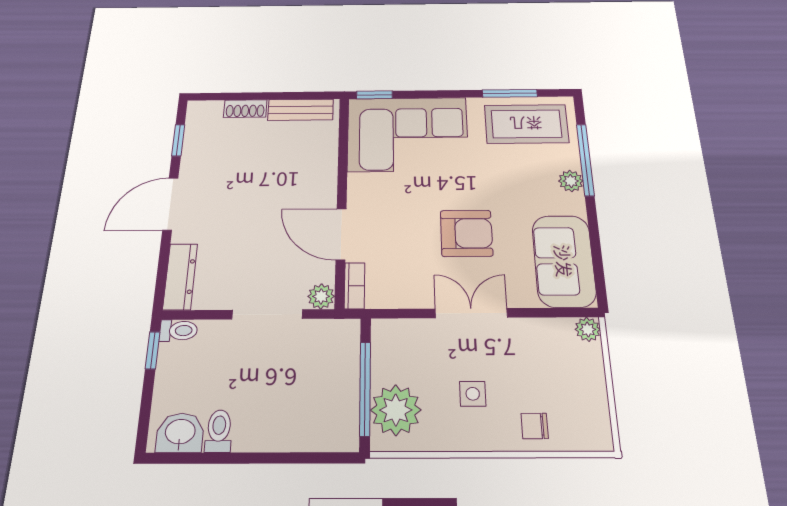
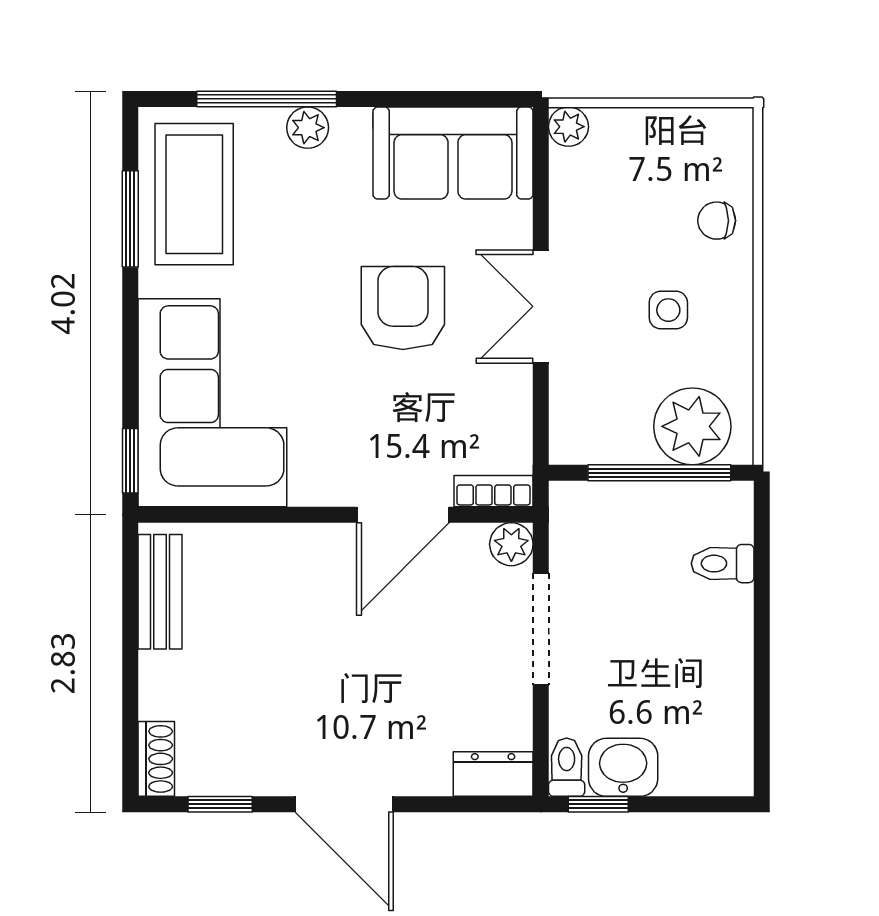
shoe rack: (245, 109) -> (156, 759), moved
dresser: (180, 277) -> (493, 774), width x0.70
chair: (535, 426) -> (717, 221), turned 90
toilet: (219, 431) -> (723, 564), moved
washbasin: (180, 433) -> (623, 767), moved, turned 90

